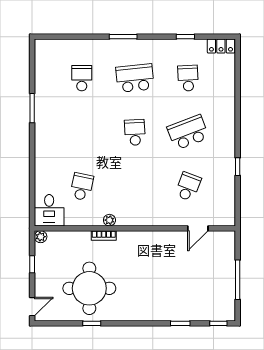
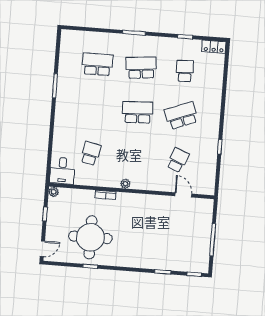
school desk: (82, 78) -> (97, 64), width x1.85
school desk: (135, 132) -> (138, 112), width x1.85
plant: (109, 220) -> (125, 184), moved
door: (198, 228) -> (183, 195), swing flipped

